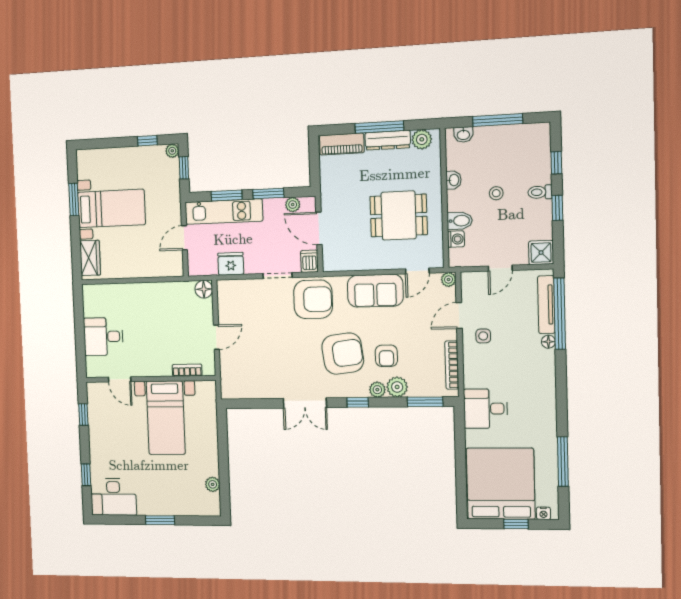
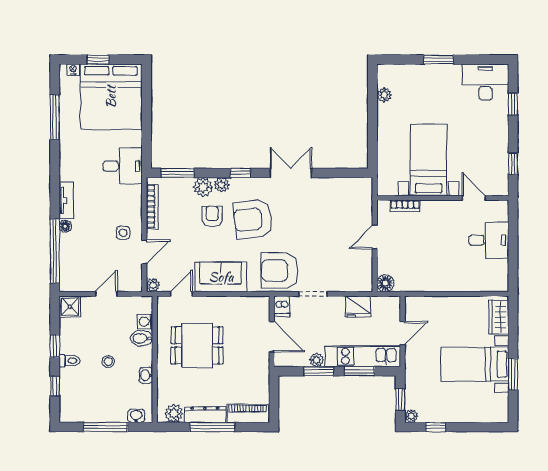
plant: (293, 205) -> (317, 360), moved
tv unit: (546, 305) -> (66, 200), moved, width x0.71

